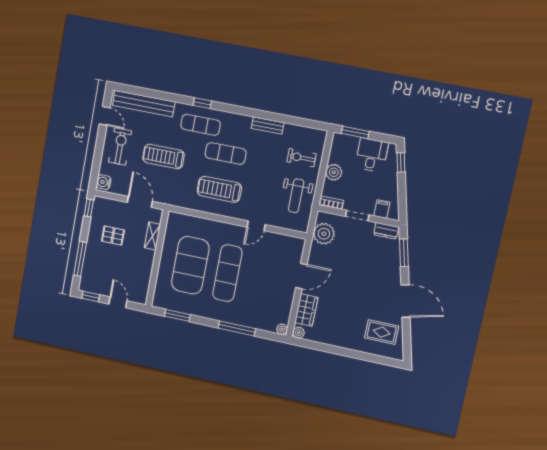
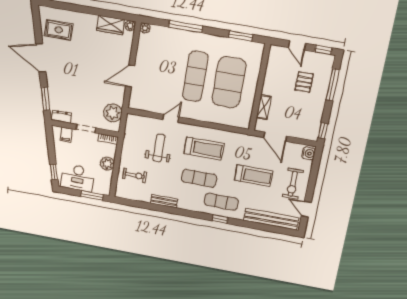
desk: (372, 155) -> (78, 178), width x1.37
weight bench: (296, 196) -> (159, 148), moved
pallet: (113, 236) -> (304, 82), moved, turned 90
wardrobe: (306, 310) -> (111, 25), moved, turned -90

